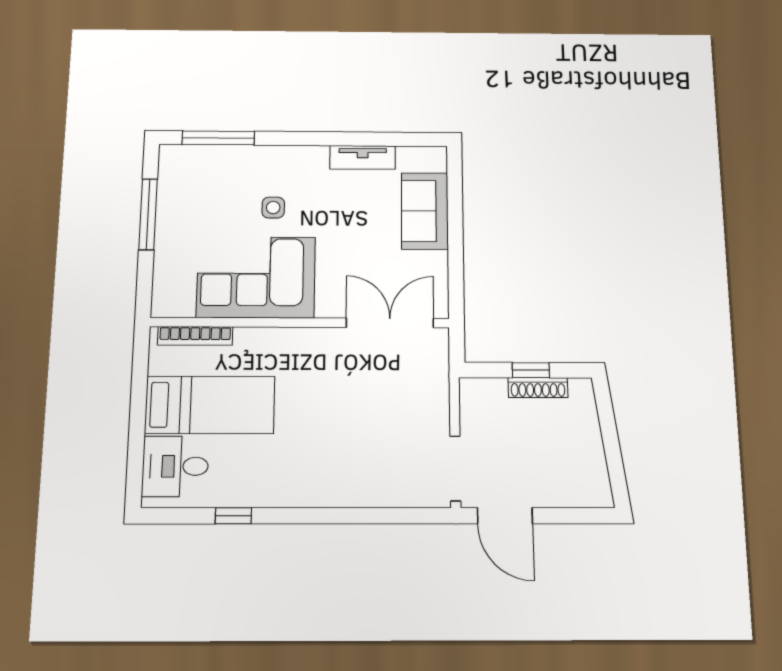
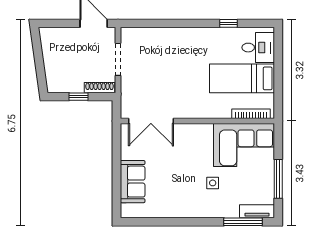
tv unit: (363, 157) -> (257, 211), moved
corner sofa: (256, 277) -> (244, 145), moved
shoe rack: (538, 388) -> (100, 88), moved
doorway: (455, 468) -> (118, 59), moved

